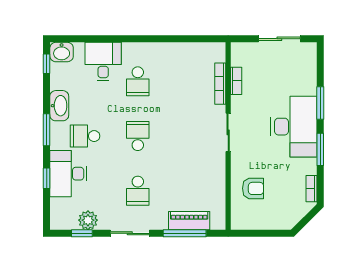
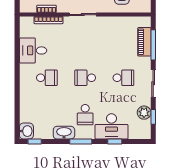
desk: (103, 62) -> (33, 50), moved

